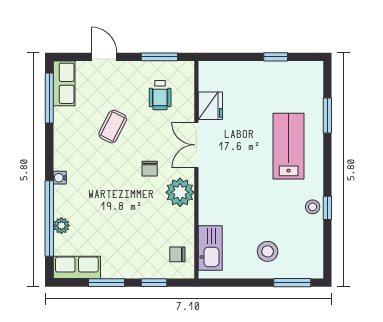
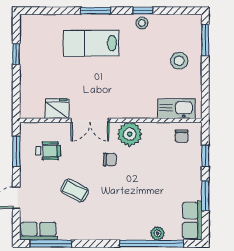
window: (327, 116) -> (96, 11), moved
water cooler: (60, 178) -> (117, 235), removed

